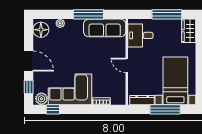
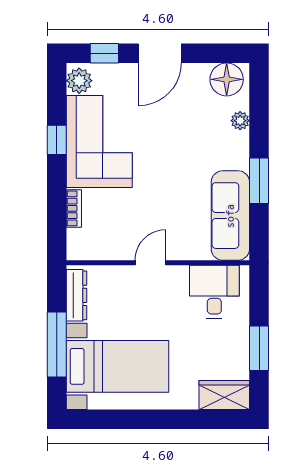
window: (88, 14) -> (259, 181), width x0.69
window: (167, 14) -> (259, 348), width x0.69
window: (53, 109) -> (57, 140), moved

